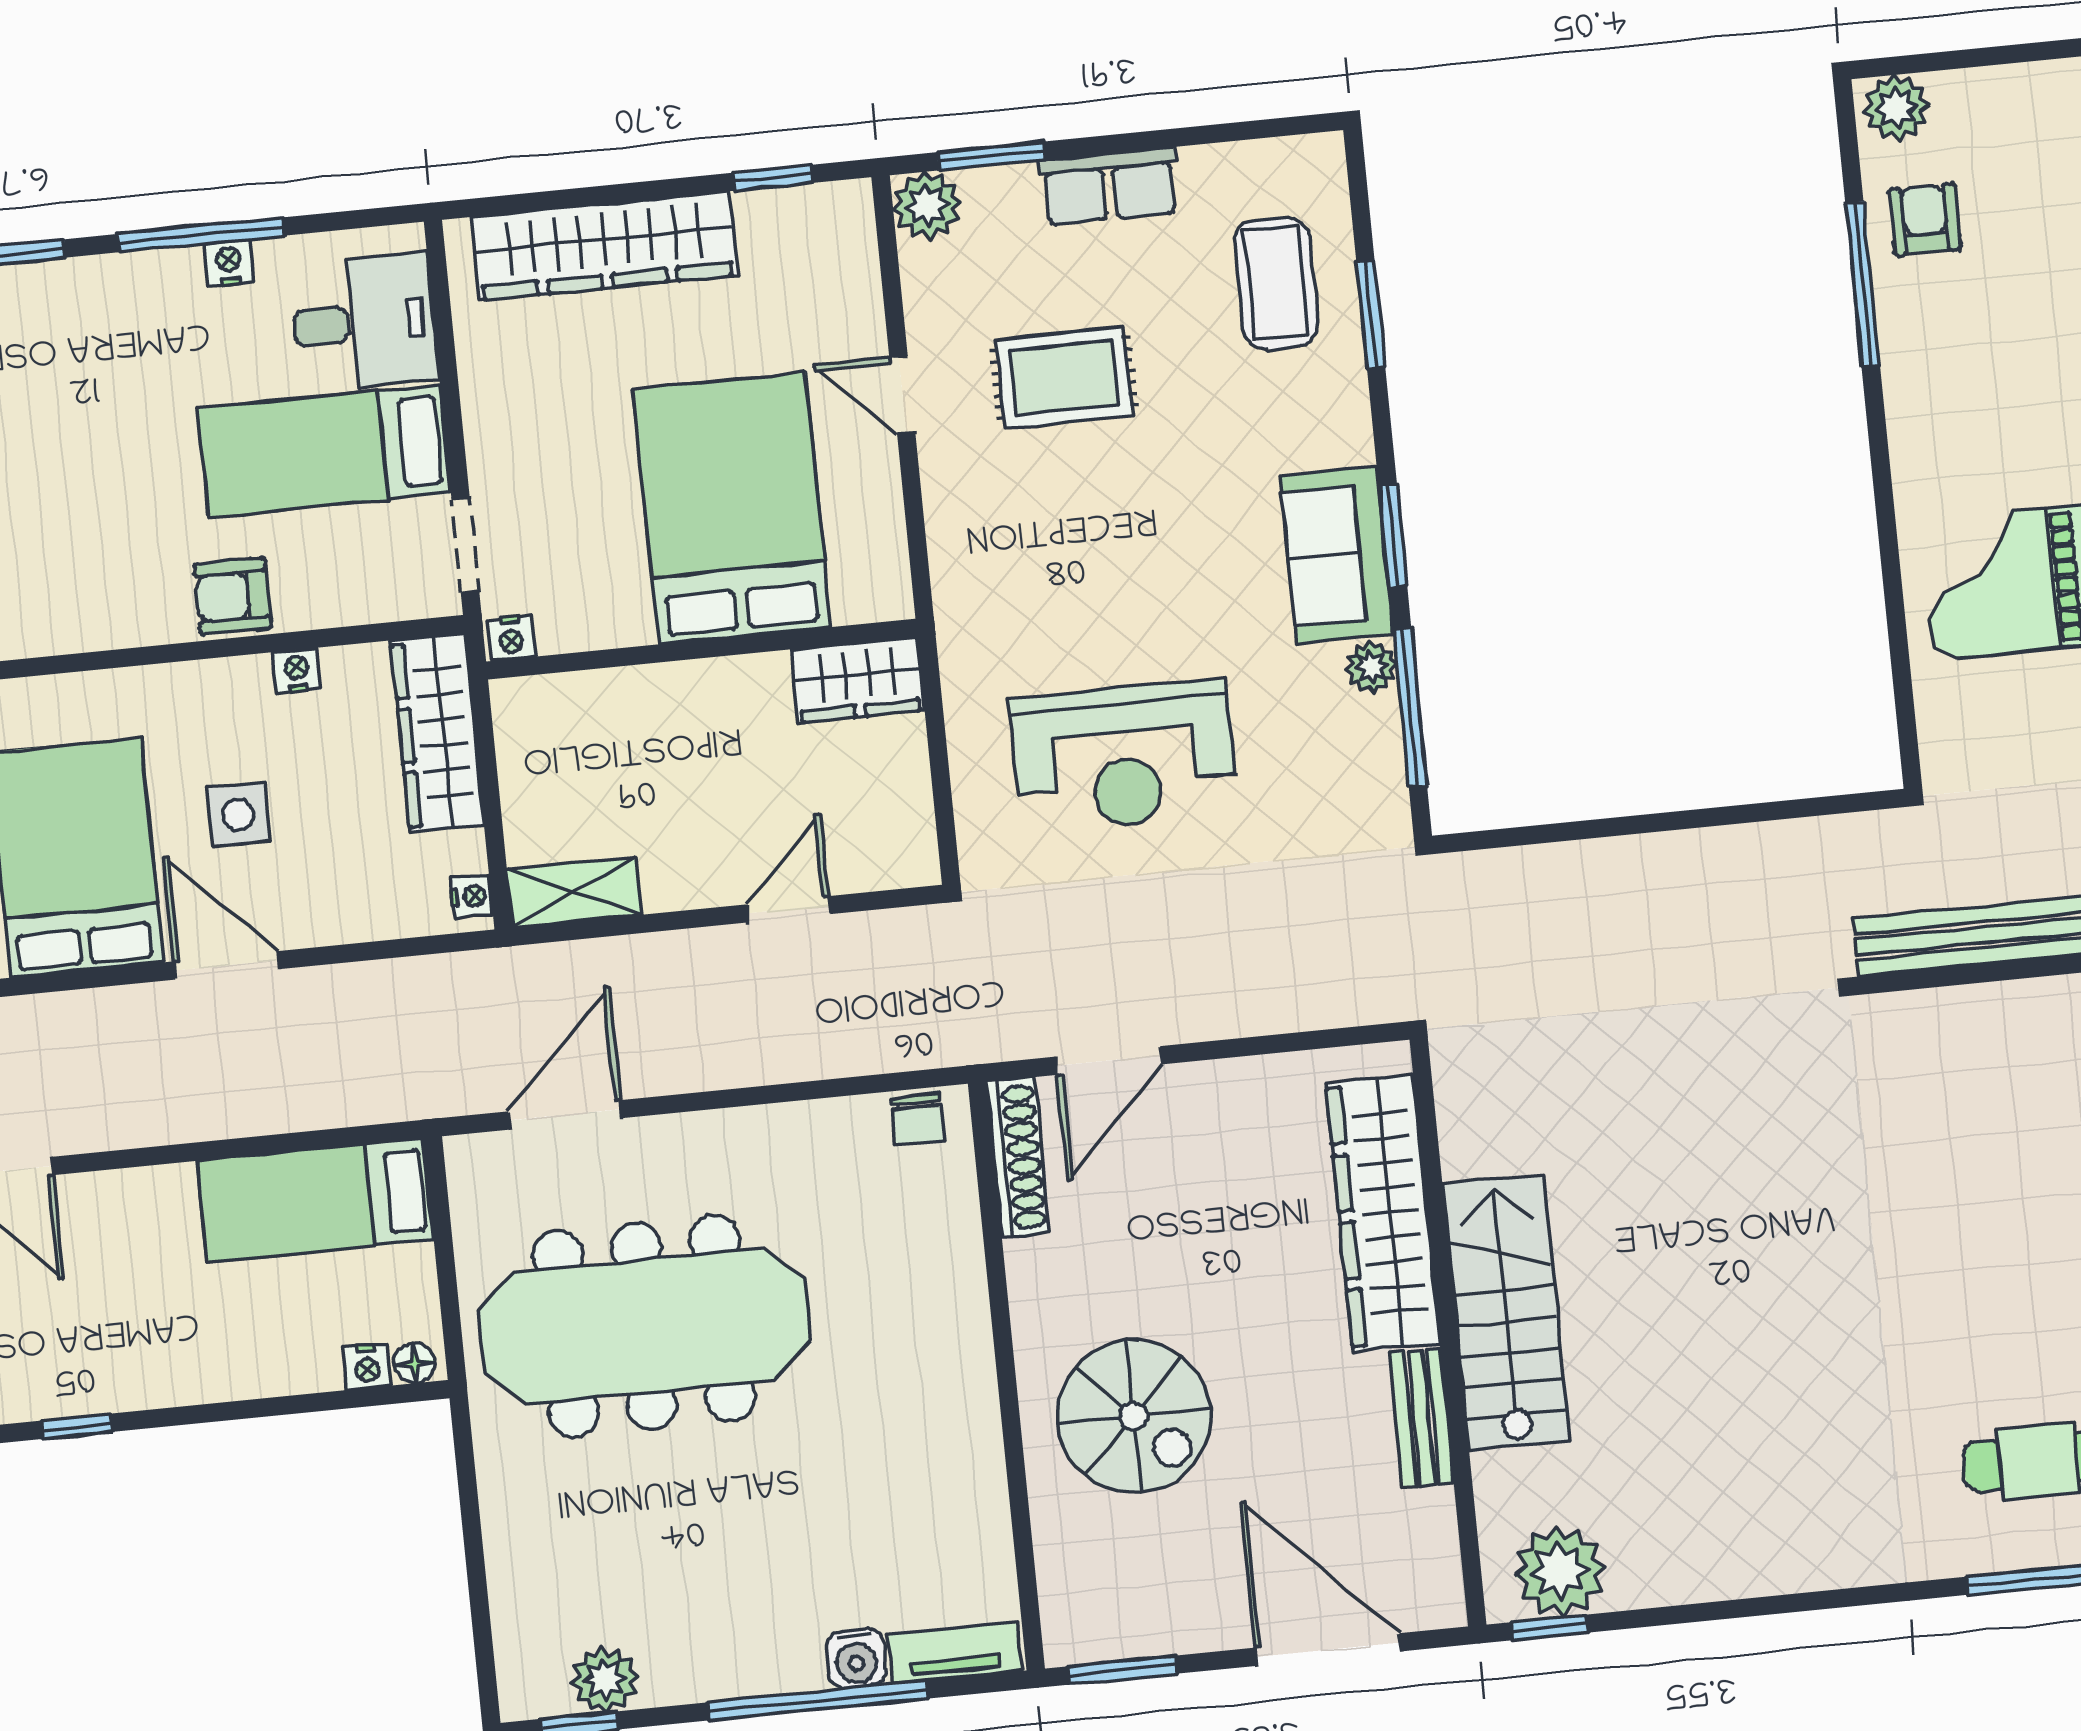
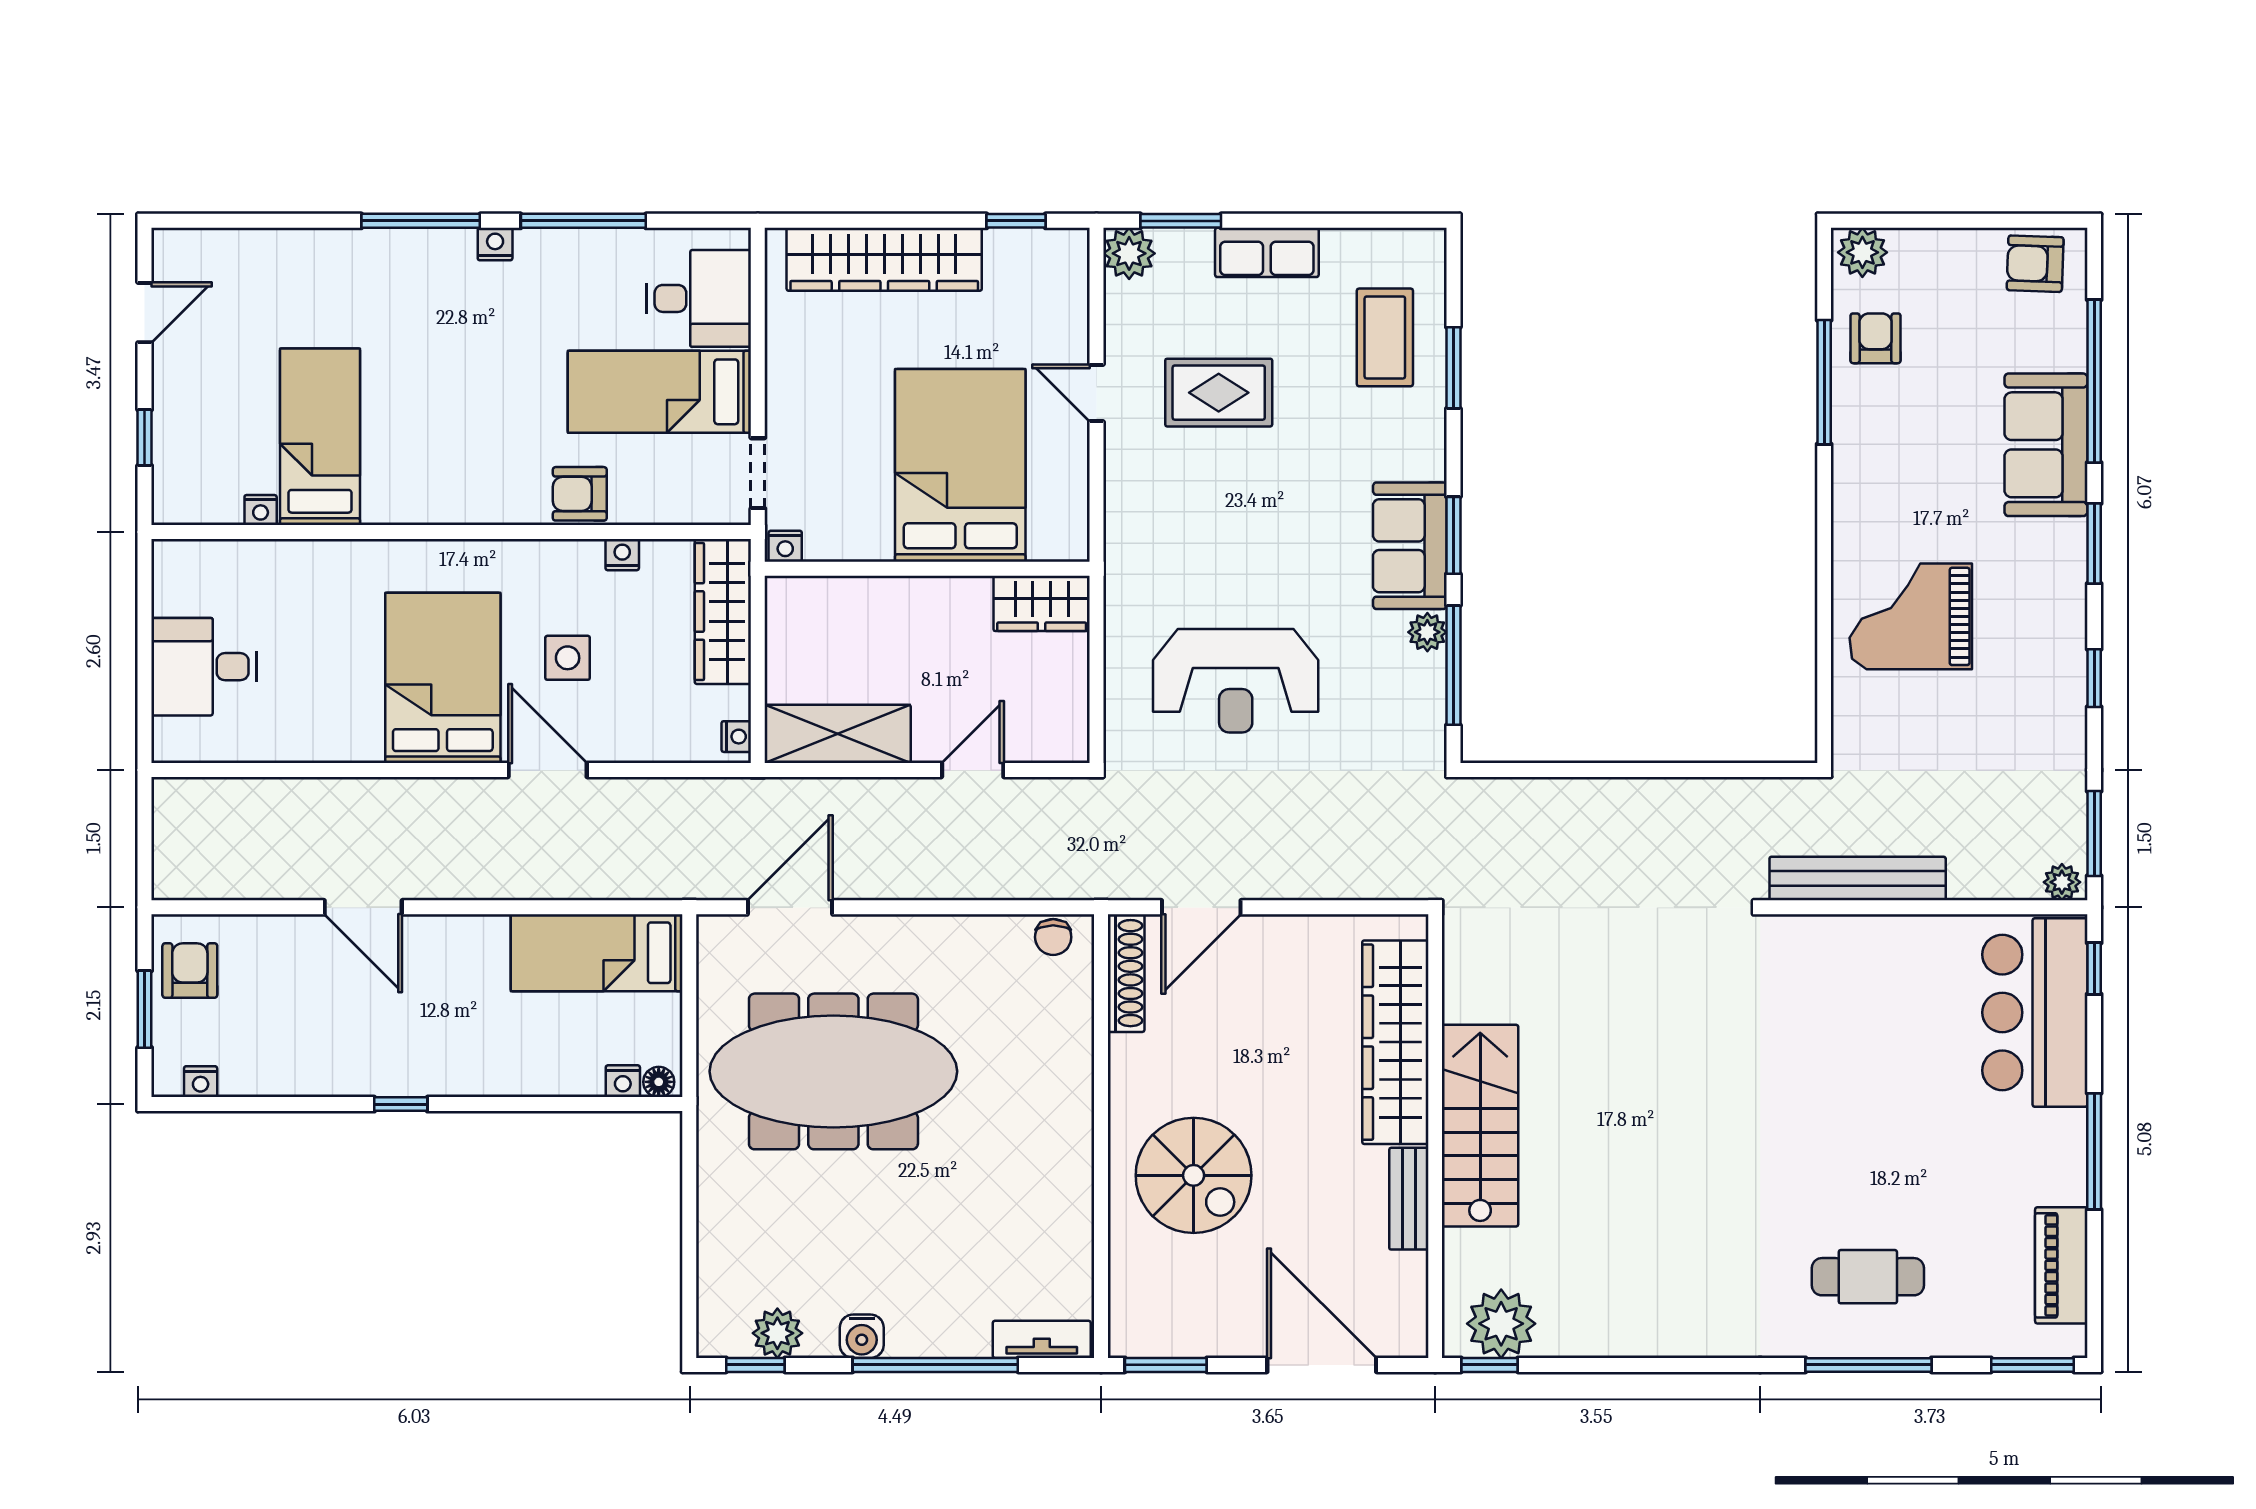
nightstand: (229, 263) -> (495, 244), moved
shelving: (574, 892) -> (838, 734), width x1.50, depth x1.33
water cooler: (856, 1658) -> (862, 1336), moved

